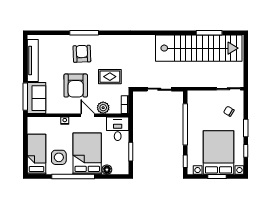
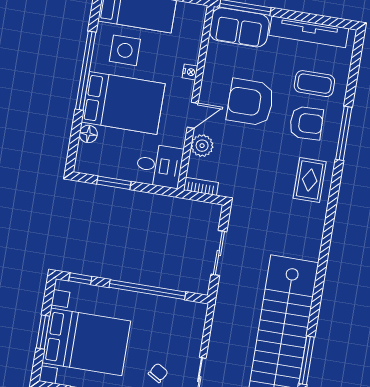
coffee table: (60, 53) -> (314, 84), added
rug: (110, 77) -> (310, 180), moved

